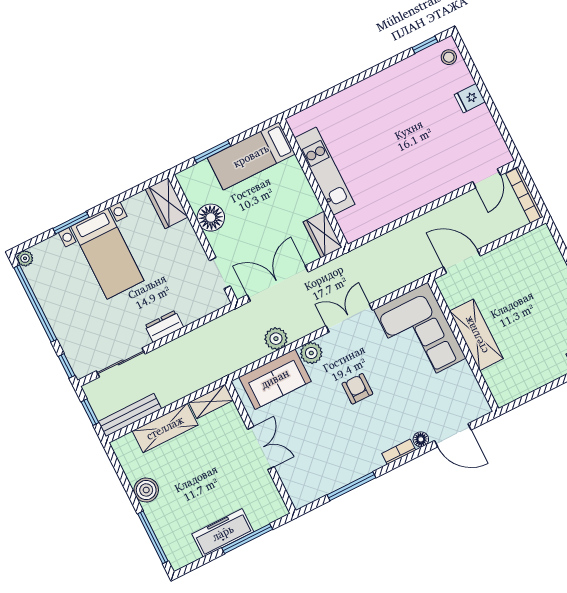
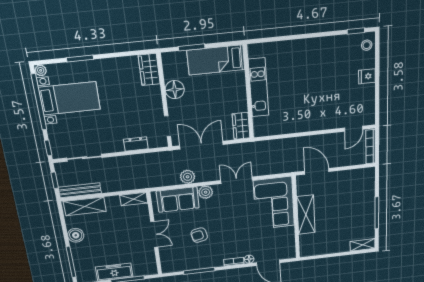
bed with nightstands: (107, 254) -> (70, 98), moved, turned -90
dresser: (164, 326) -> (136, 144), moved
armchair: (357, 389) -> (199, 235), moved, turned -102
shelving: (165, 428) -> (85, 206), moved

